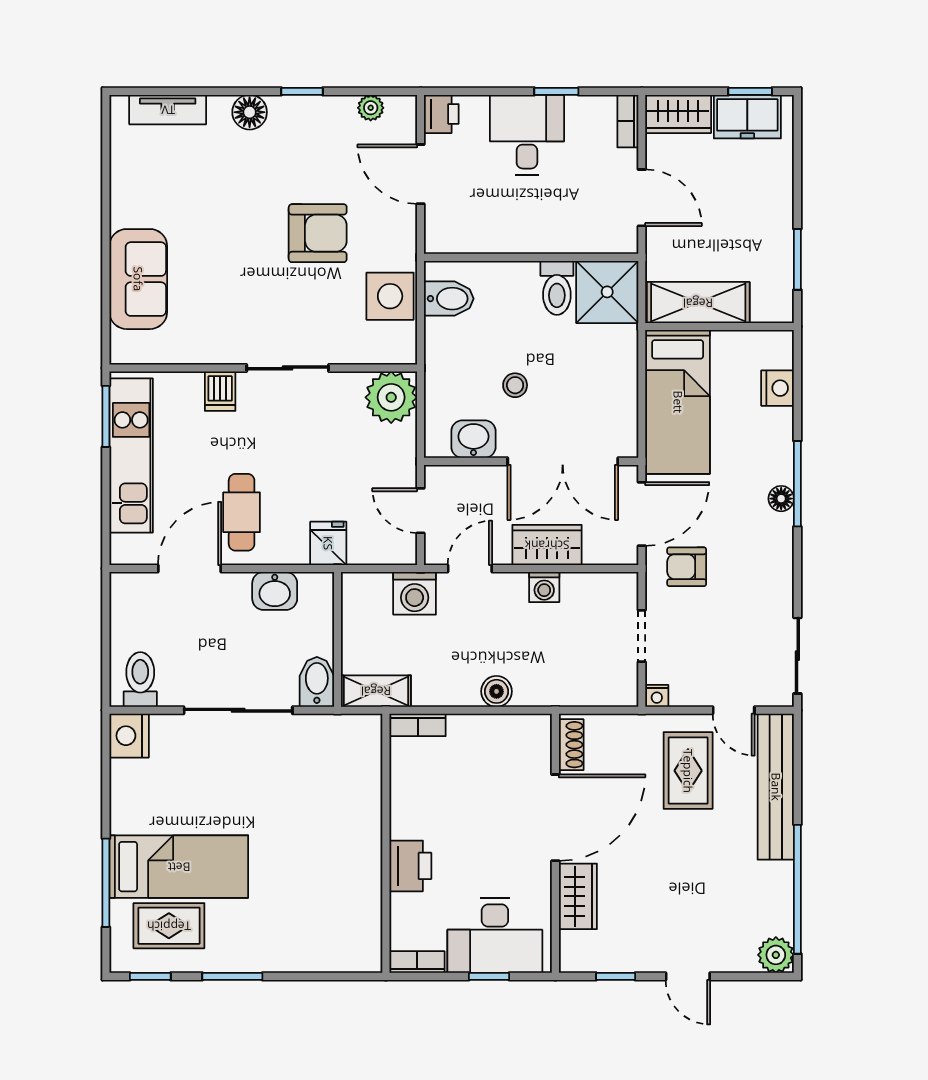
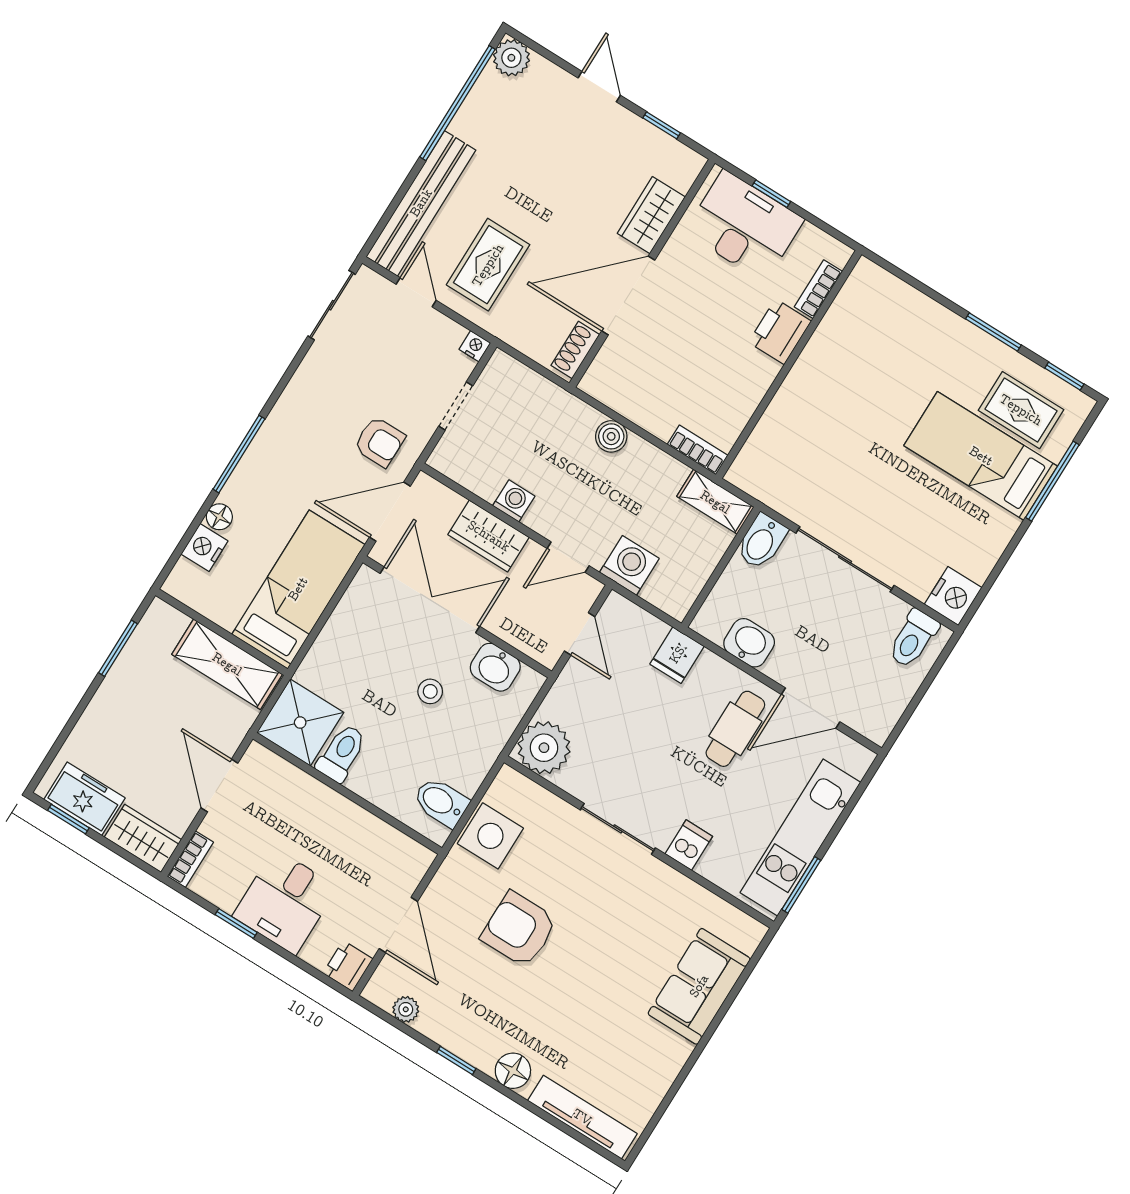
tv unit: (168, 110) -> (582, 1117), width x1.41
floor lamp: (781, 499) -> (219, 517), moved
bookcase: (417, 962) -> (818, 289), moved, turned 90

